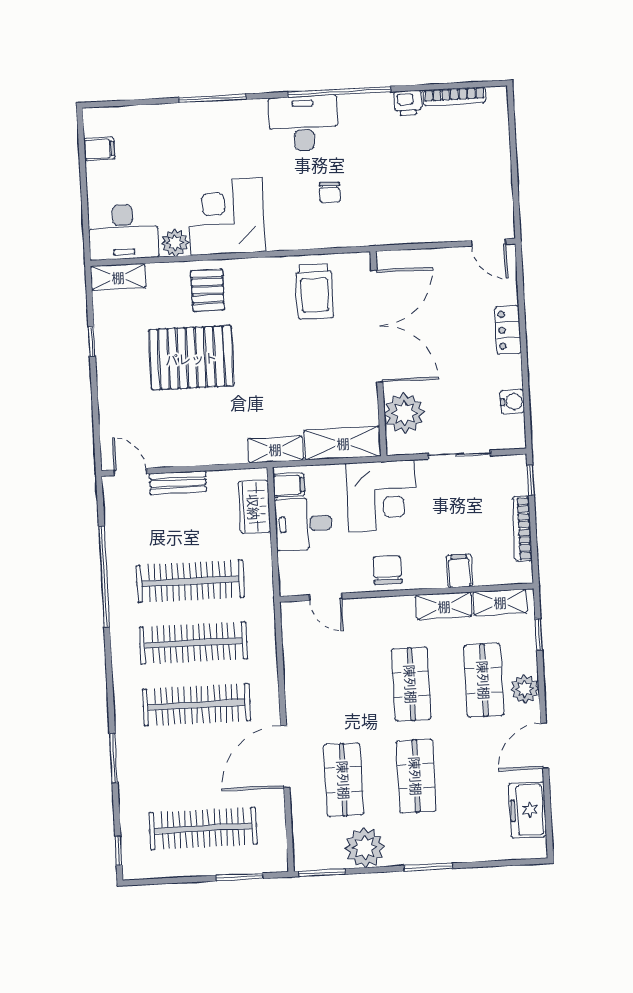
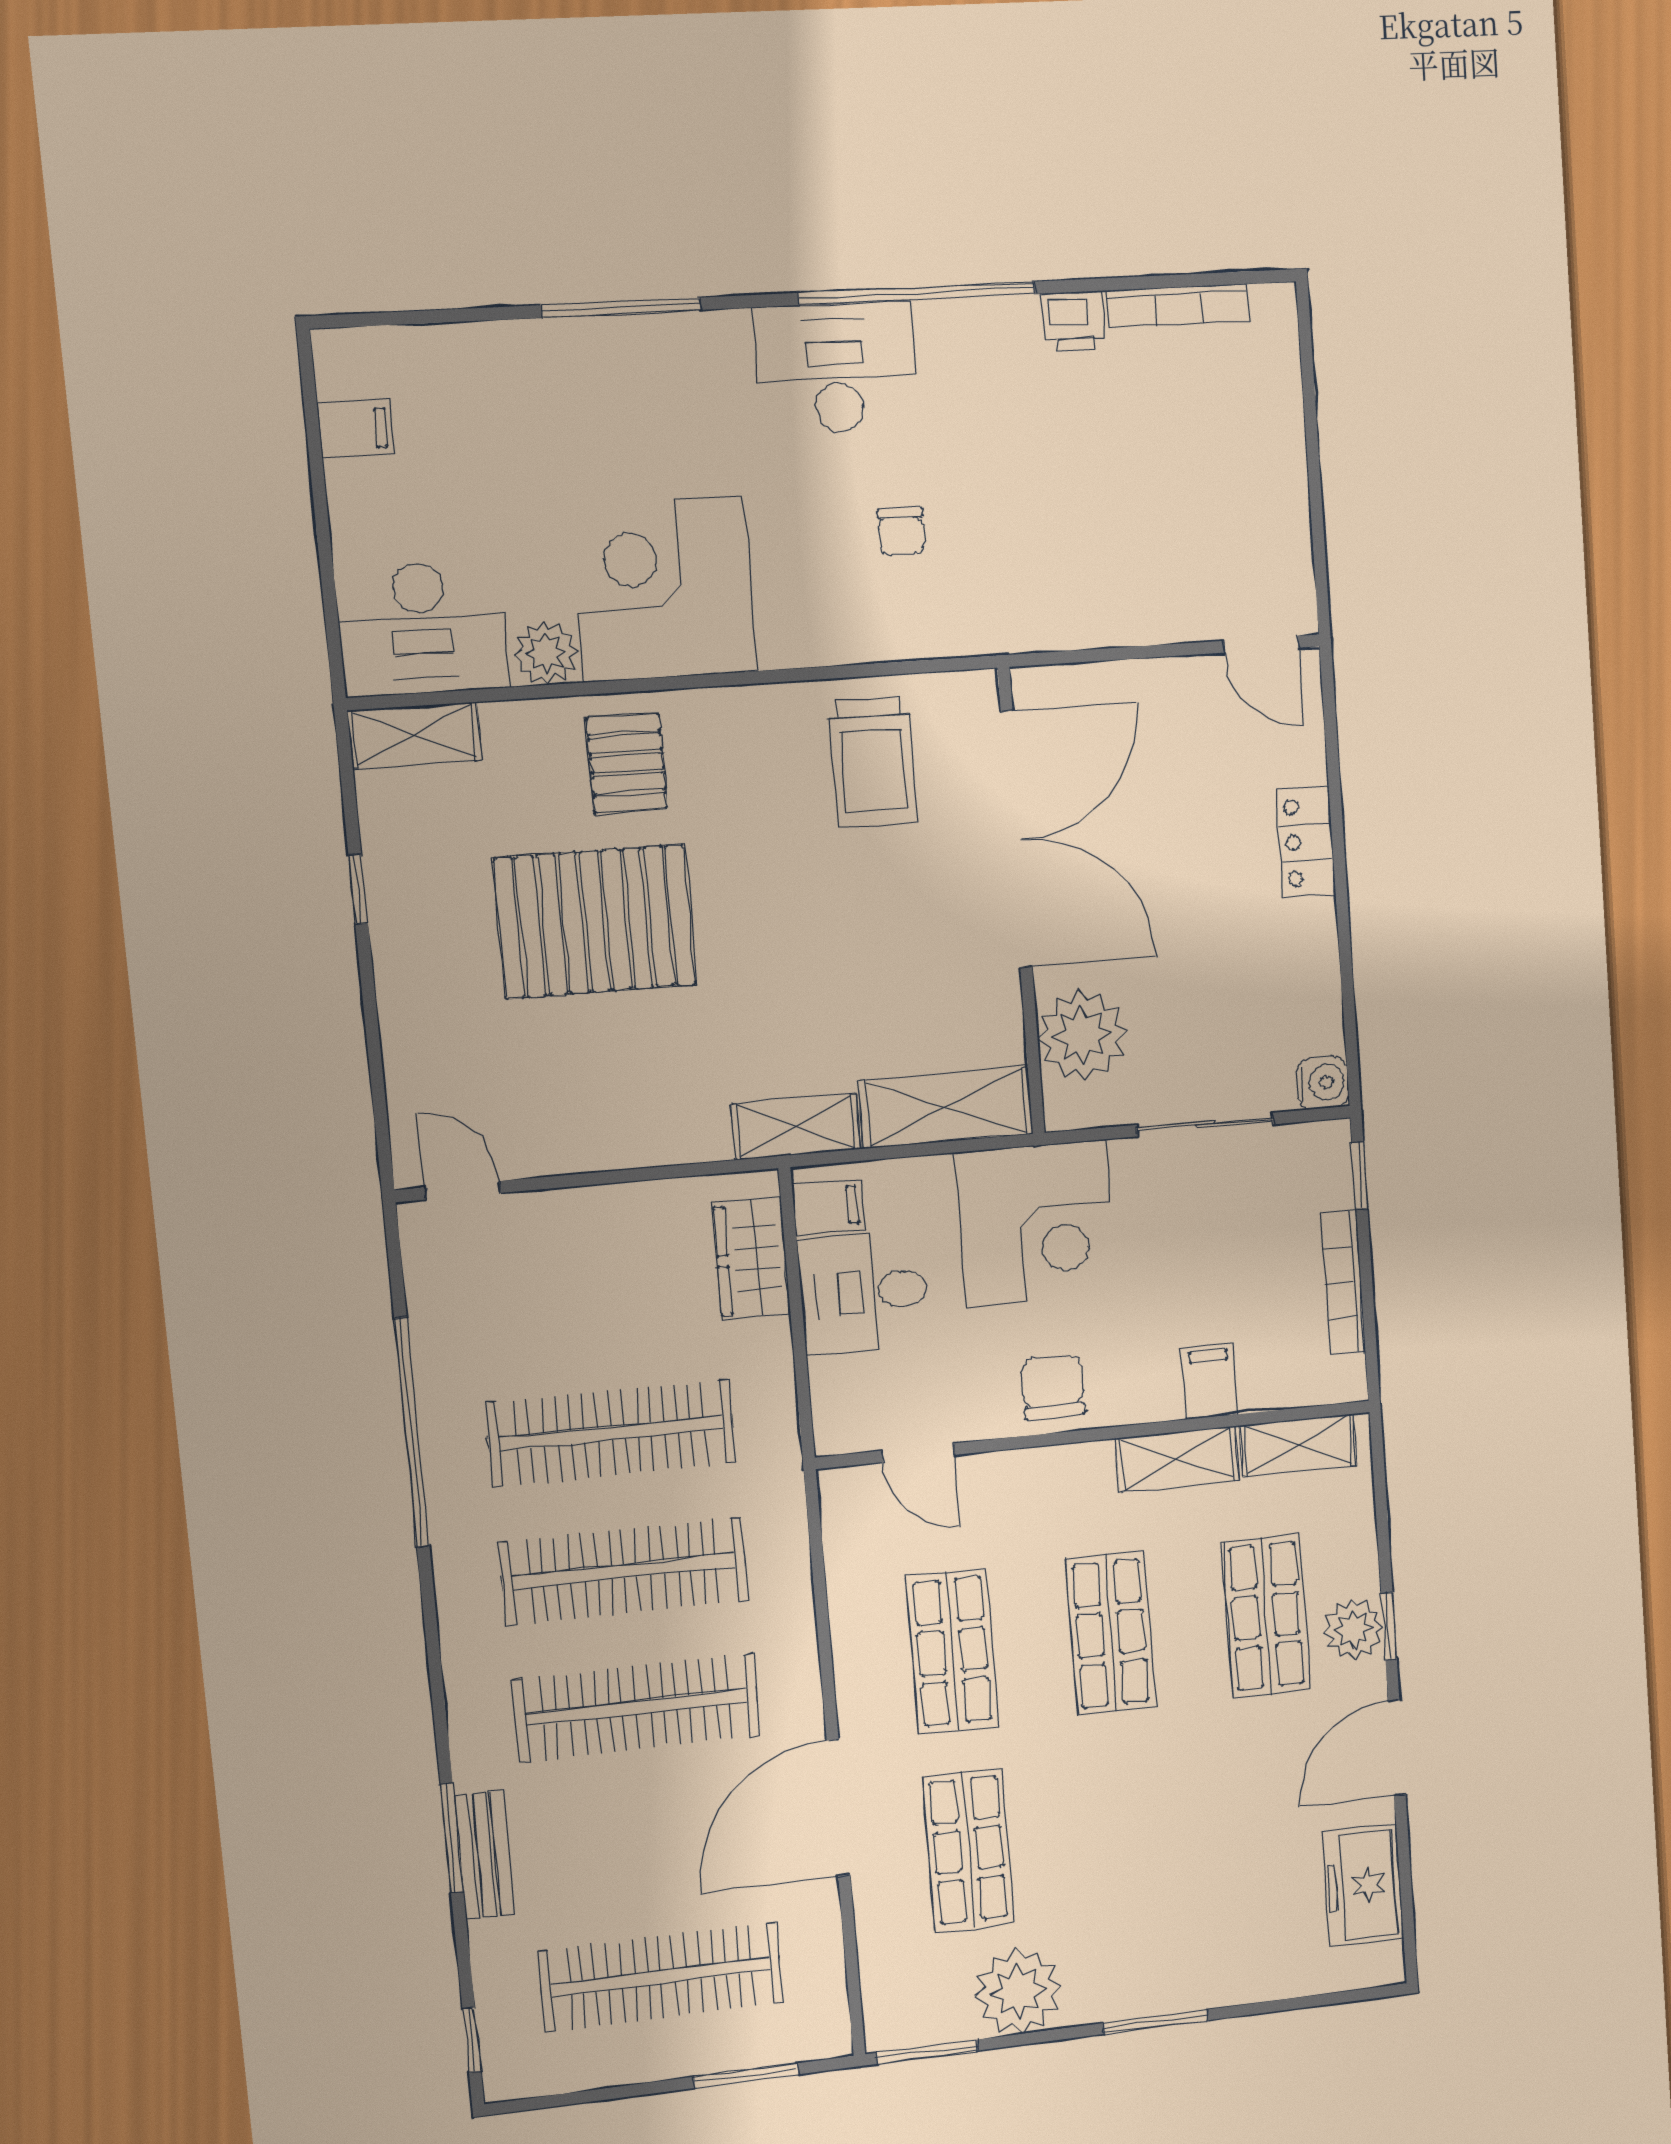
water cooler: (512, 402) -> (1323, 1082), moved
bench: (178, 483) -> (484, 1855), moved, turned 90
window: (539, 634) -> (1389, 1626), moved
shop shelf: (416, 776) -> (953, 1651), moved

